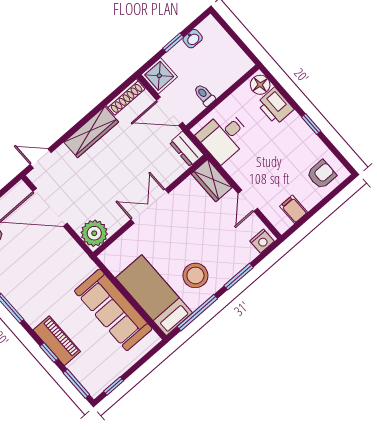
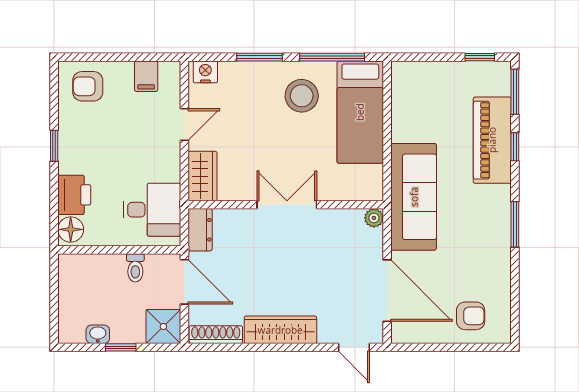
double door: (150, 206) -> (287, 205), swing flipped
plant: (94, 233) -> (374, 218), width x0.53, depth x0.53
sofa: (113, 310) -> (414, 197), moved
piano: (57, 341) -> (492, 140), width x1.37, depth x1.33

